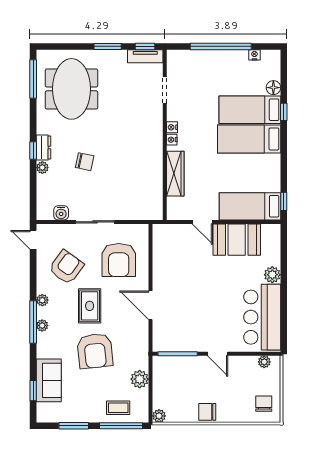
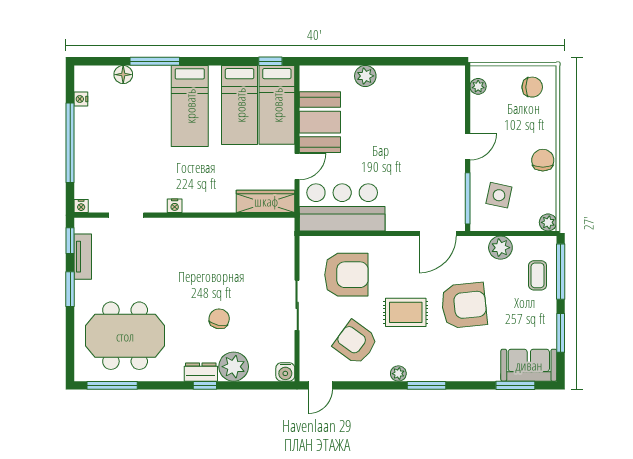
tv unit: (145, 56) -> (83, 257), moved
bed: (250, 110) -> (240, 105), moved
window: (284, 112) -> (155, 61), width x2.17
nightstand: (172, 140) -> (81, 206), moved
plant: (42, 168) -> (234, 367), width x1.88, depth x1.88
wardrobe: (175, 174) -> (266, 201), moved
water cooler: (61, 213) -> (285, 372), moved, turned 90
door: (151, 305) -> (438, 233), moved
bar counter: (262, 317) -> (342, 207), moved, turned 180
window: (33, 322) -> (427, 385), width x0.69
plant: (42, 325) -> (431, 374), removed
side table: (180, 378) -> (499, 195), added
sofa: (49, 380) -> (529, 365), moved
window: (33, 391) -> (515, 385), width x1.50
chair: (264, 404) -> (532, 87), turned 180
chair: (207, 412) -> (543, 160), turned 180

